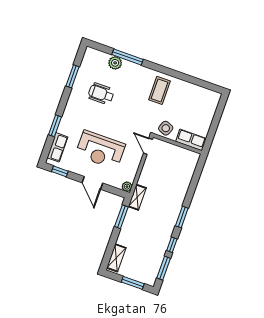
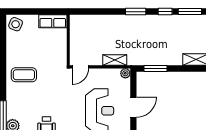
side table: (166, 128) -> (16, 24), moved
row of seats: (191, 140) -> (53, 21), moved, turned -90
shelving: (137, 197) -> (115, 60), moved

